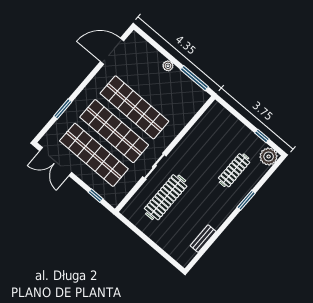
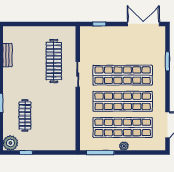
shop shelf: (94, 155) -> (123, 127), moved

